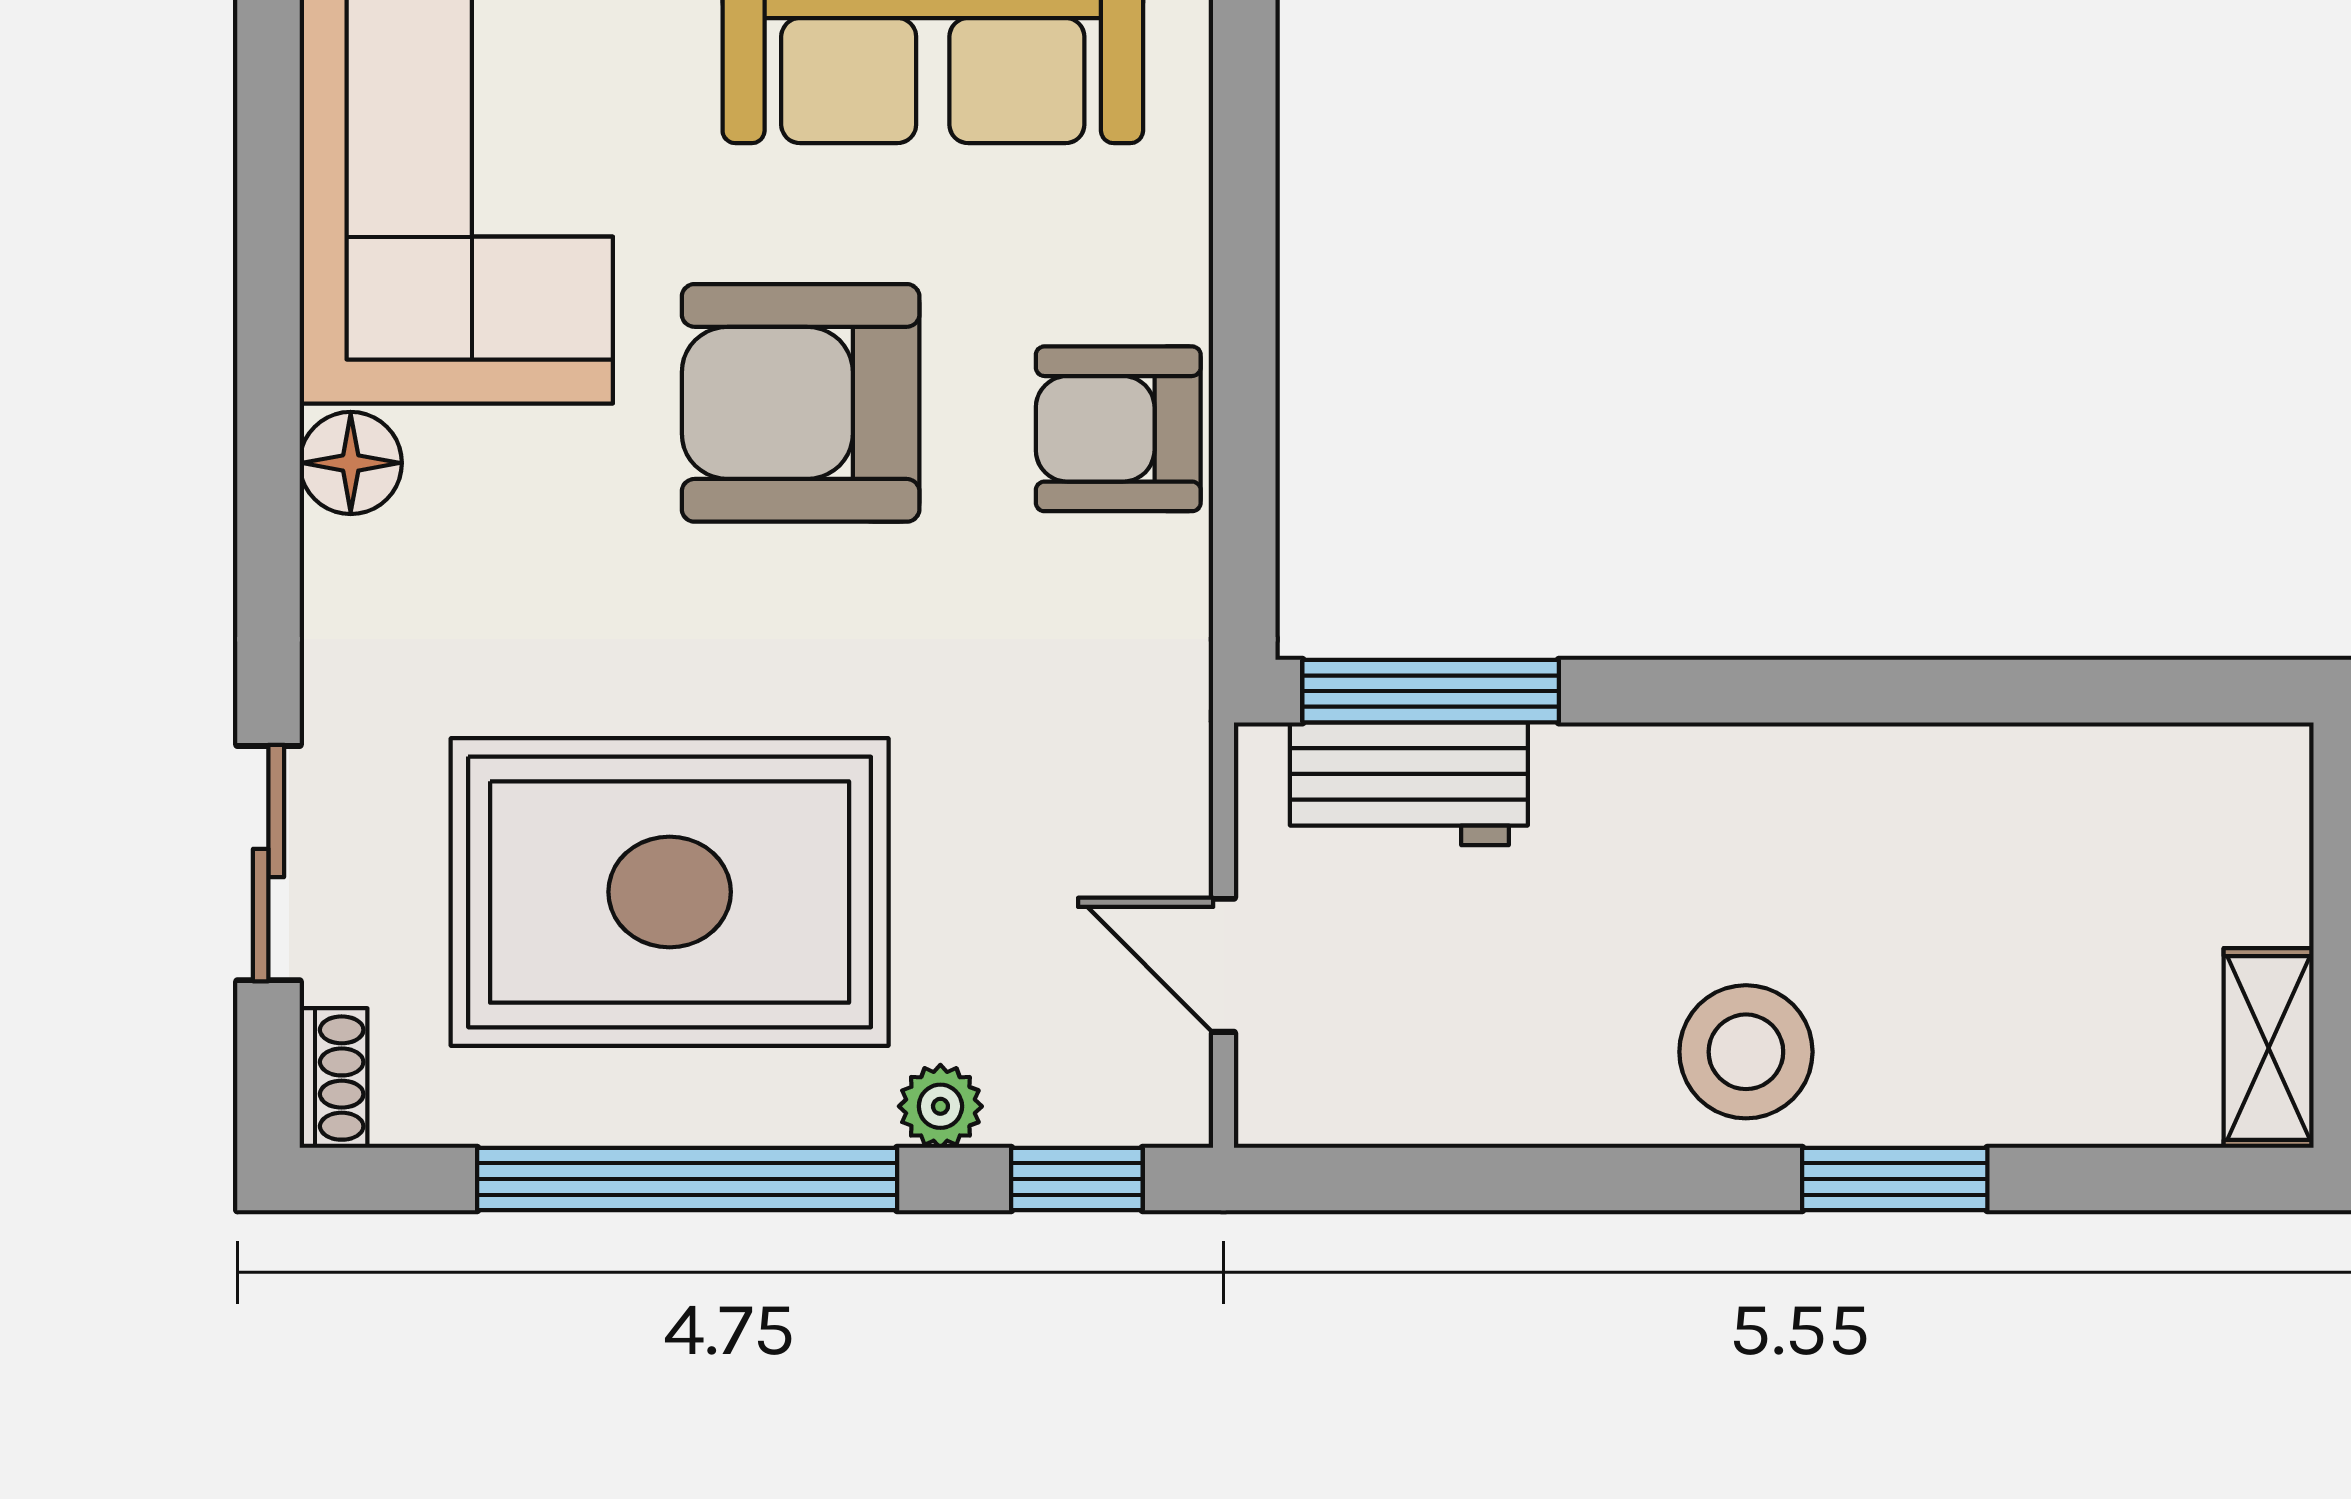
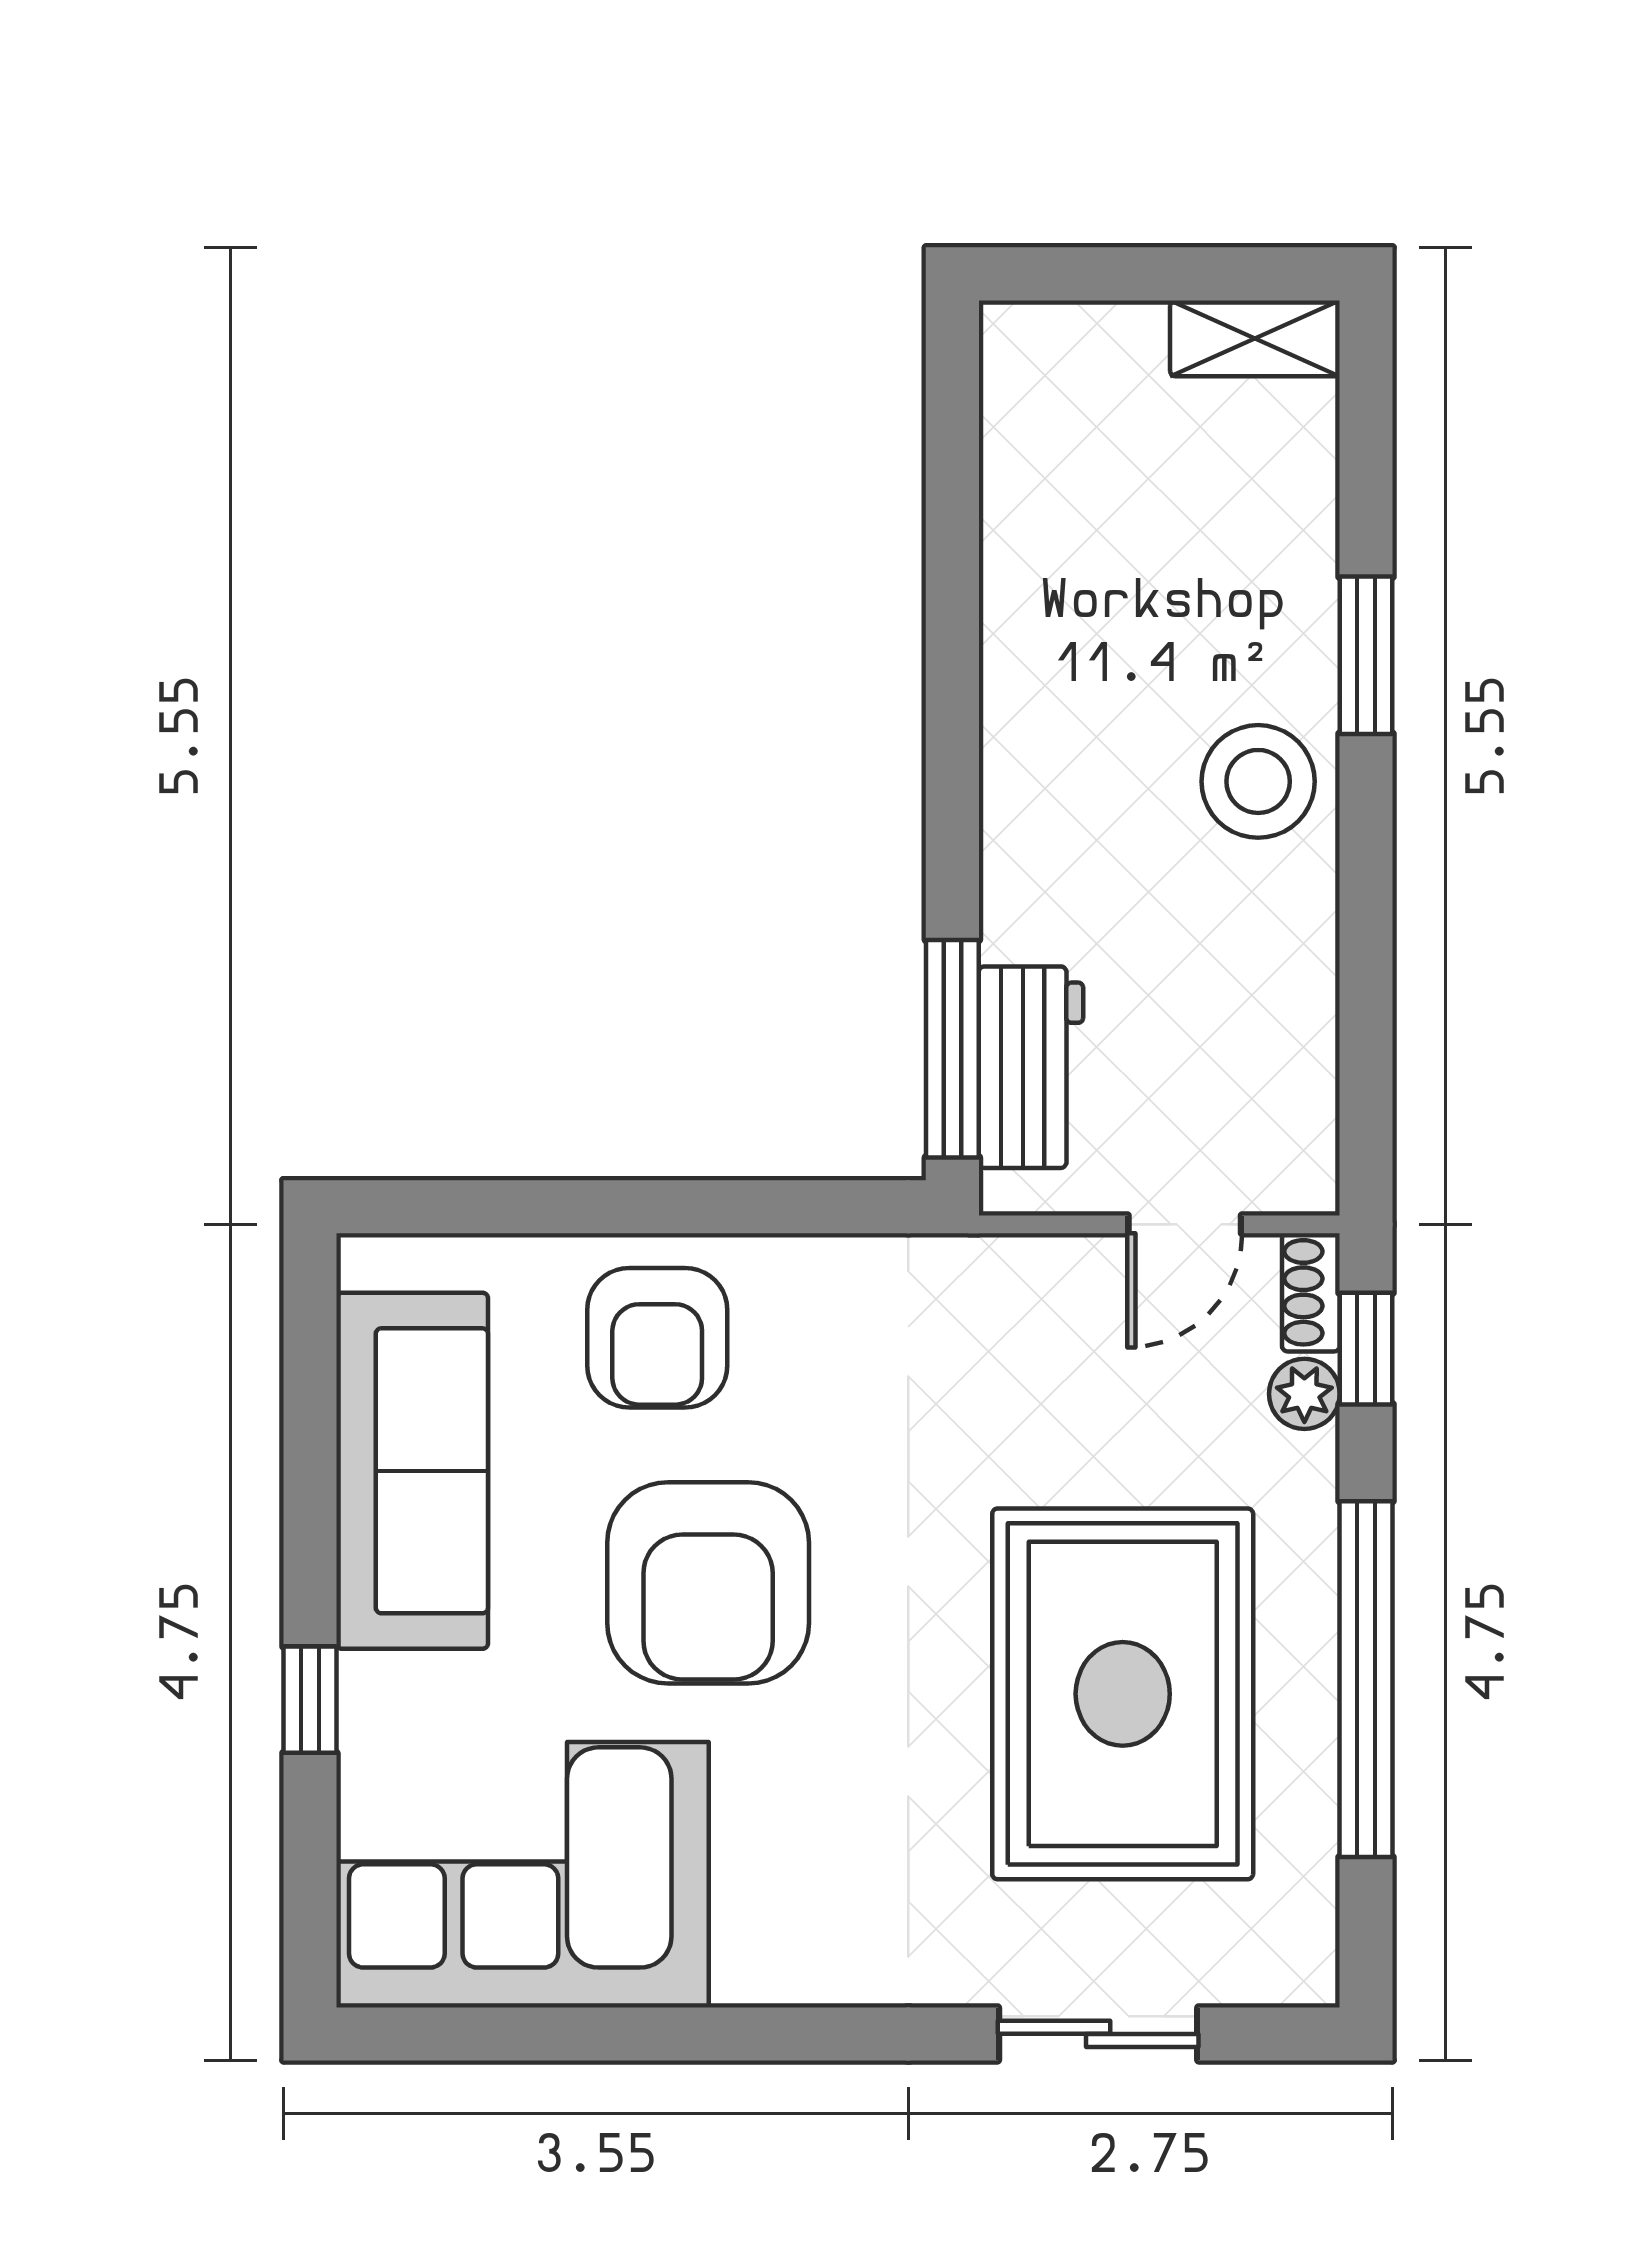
armchair: (1118, 429) -> (657, 1338), moved
floor lamp: (351, 463) -> (759, 1964), removed
shoe rack: (334, 1078) -> (1311, 1292), moved, turned -90
plant: (940, 1106) -> (1304, 1394), moved

